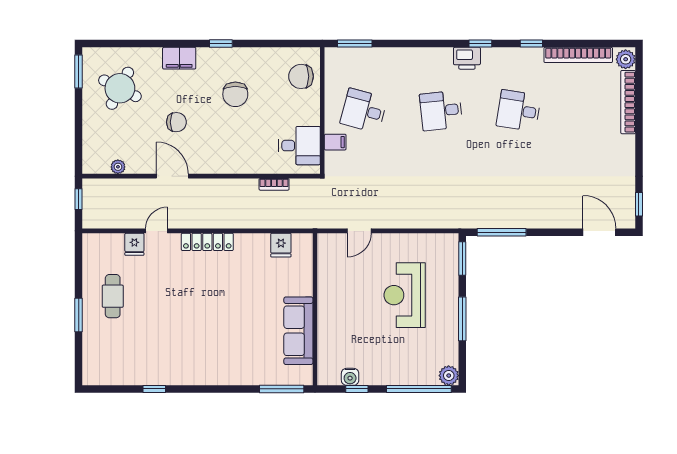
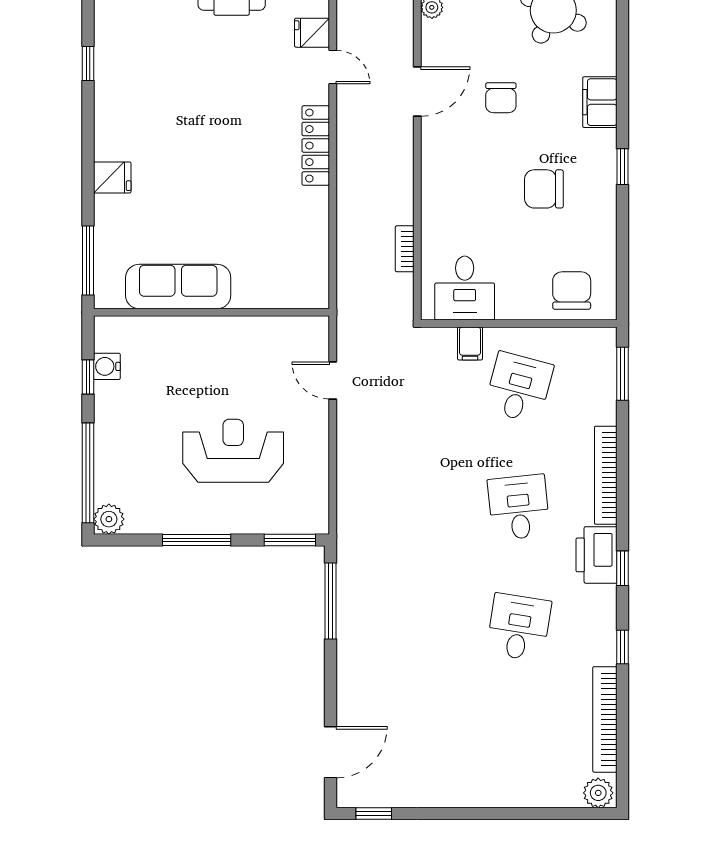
printer: (467, 58) -> (596, 555), width x1.37, depth x1.19
bookcase: (628, 102) -> (606, 475), moved, turned -90
fridge: (281, 245) -> (112, 177), moved, turned 180

